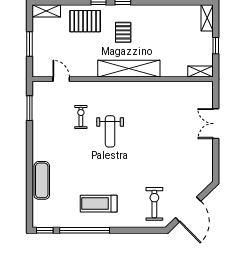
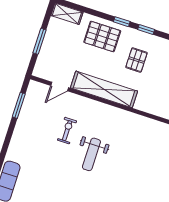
shelving: (129, 69) -> (104, 89), moved
door: (61, 79) -> (60, 87), swing flipped

